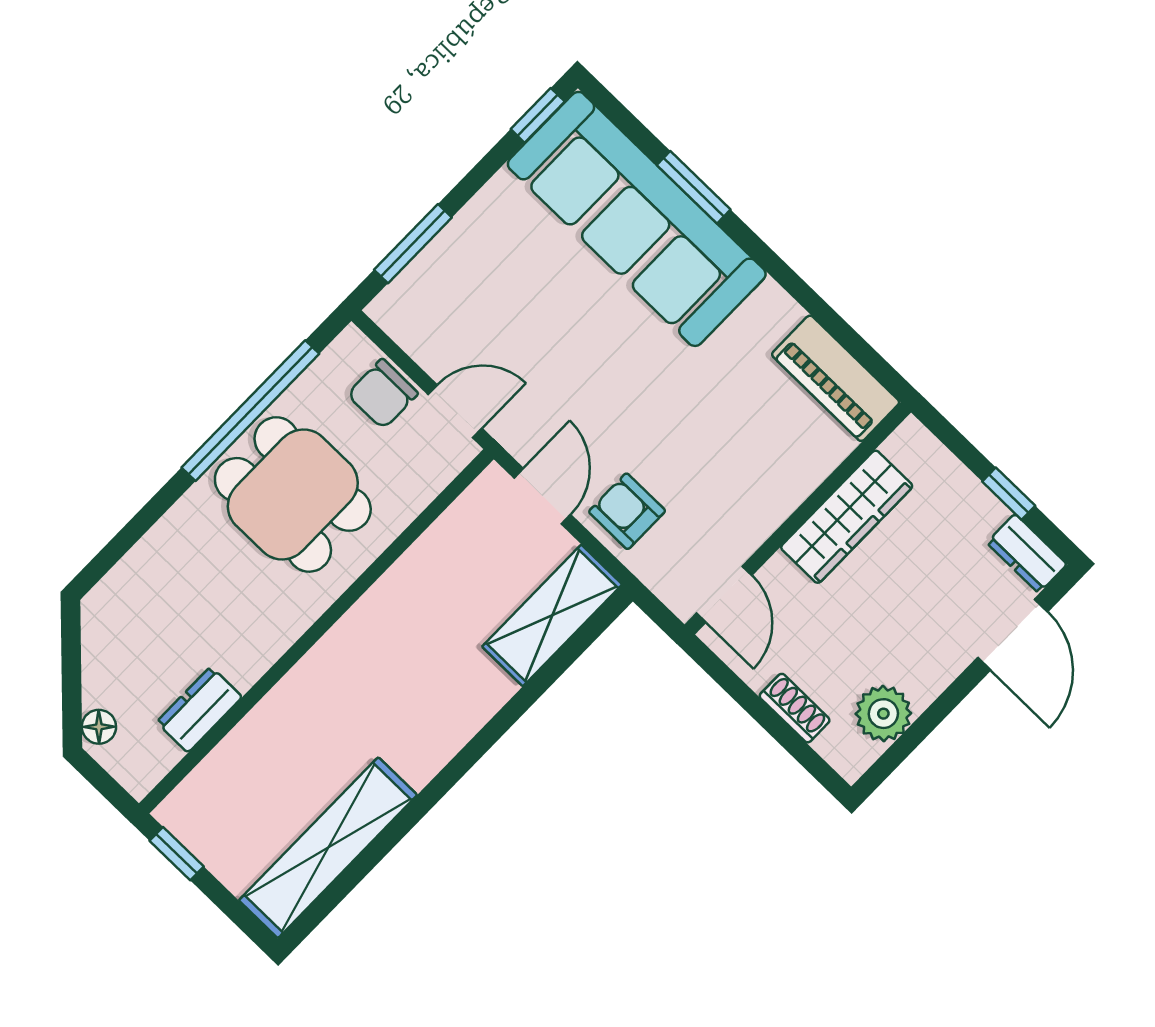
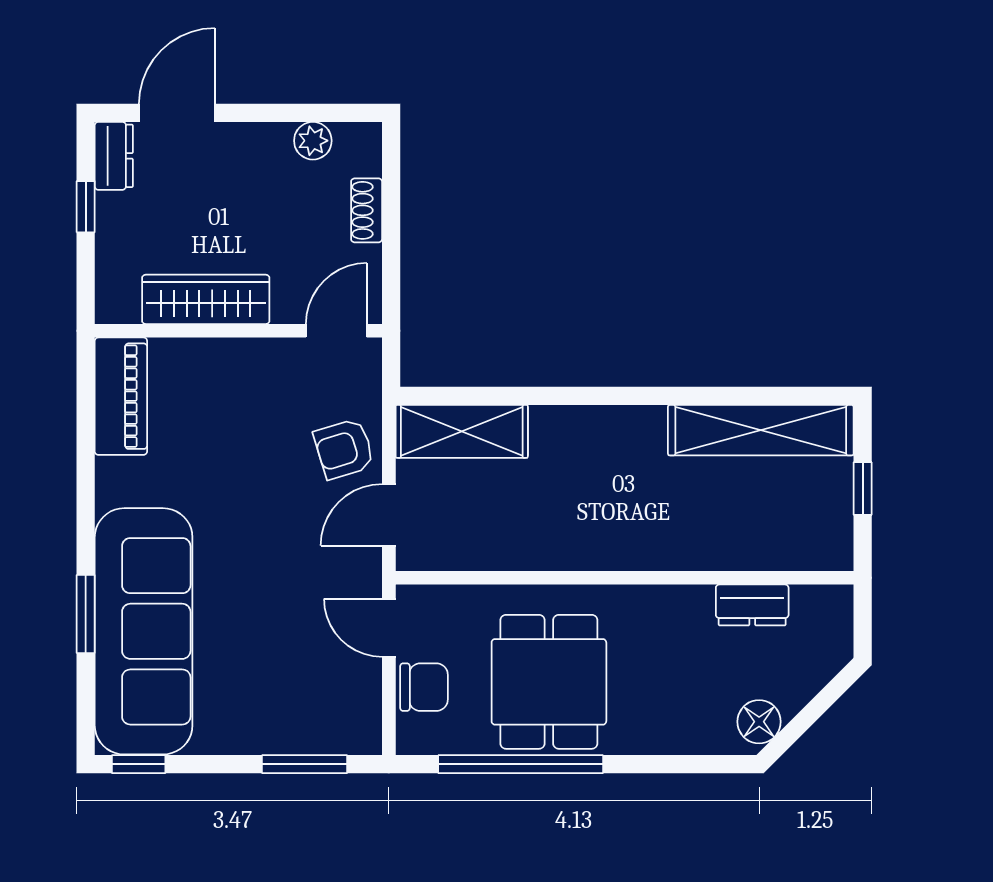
armchair: (627, 511) -> (344, 449), turned 73
plant: (883, 714) -> (313, 141), width x0.73, depth x0.73
floor lamp: (99, 727) -> (759, 722), moved, width x1.37, depth x1.37
window: (177, 854) -> (863, 489), moved

